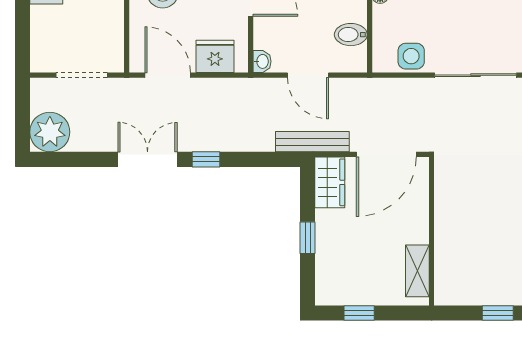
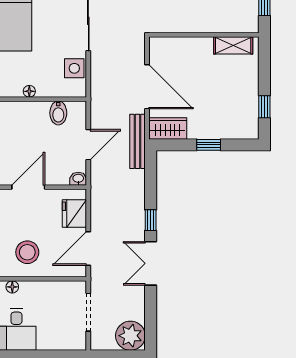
wall: (432, 231) -> (204, 35), moved
shelving: (417, 271) -> (233, 45), moved

